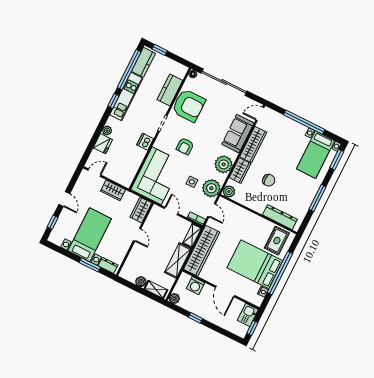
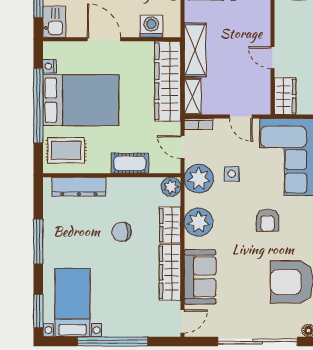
armchair: (185, 146) -> (267, 220), turned 180
cot: (245, 216) -> (130, 163), added
rug: (277, 241) -> (66, 150), turned 90

